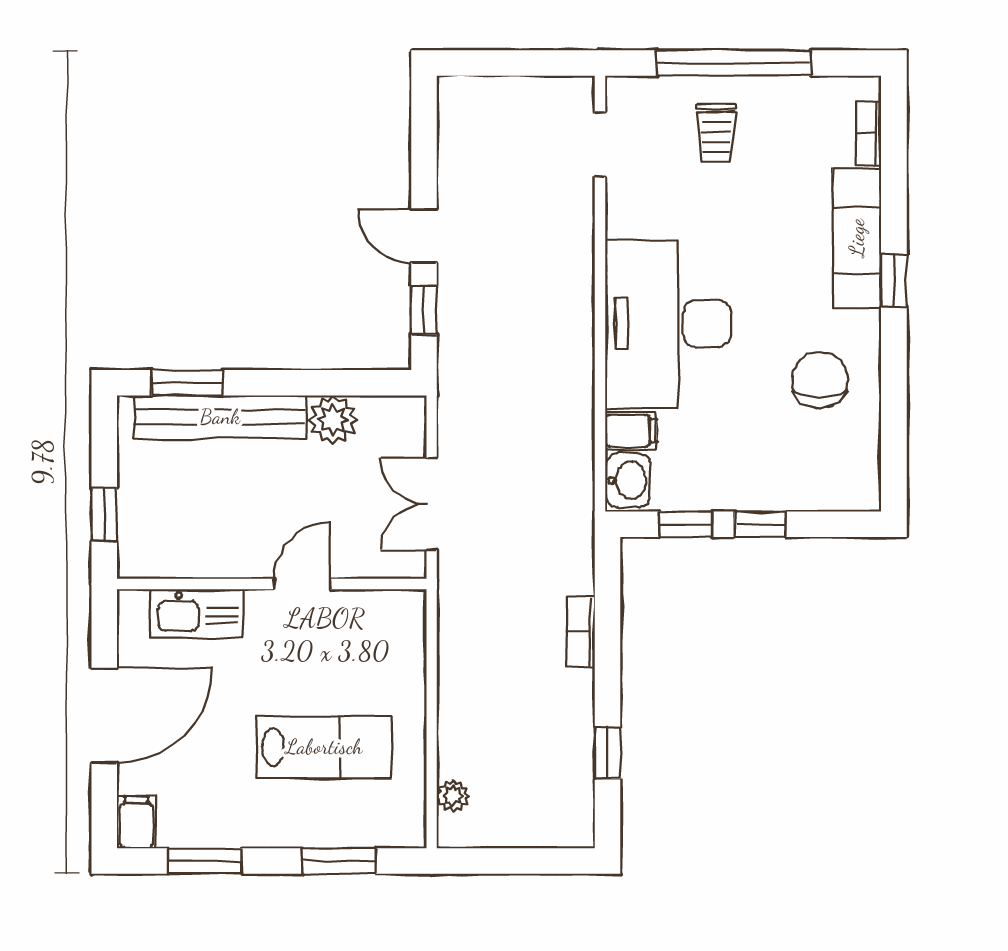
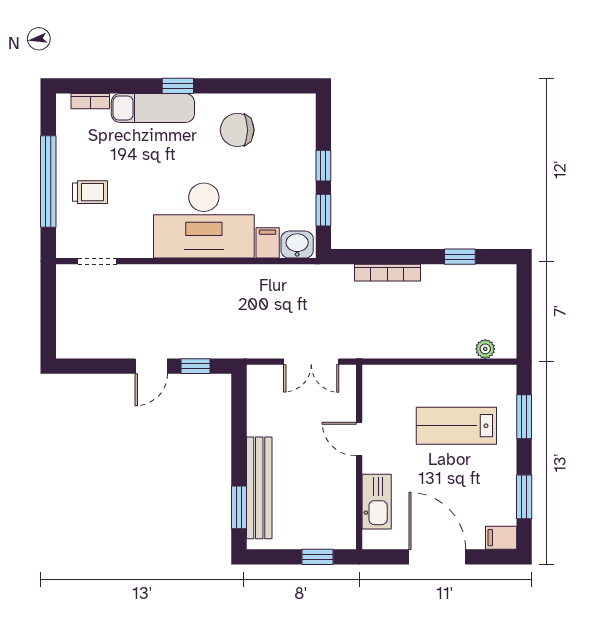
plant: (333, 420) -> (261, 420), removed
bookcase: (581, 632) -> (387, 273), width x1.56
lab bench: (324, 747) -> (456, 426), turned -90

